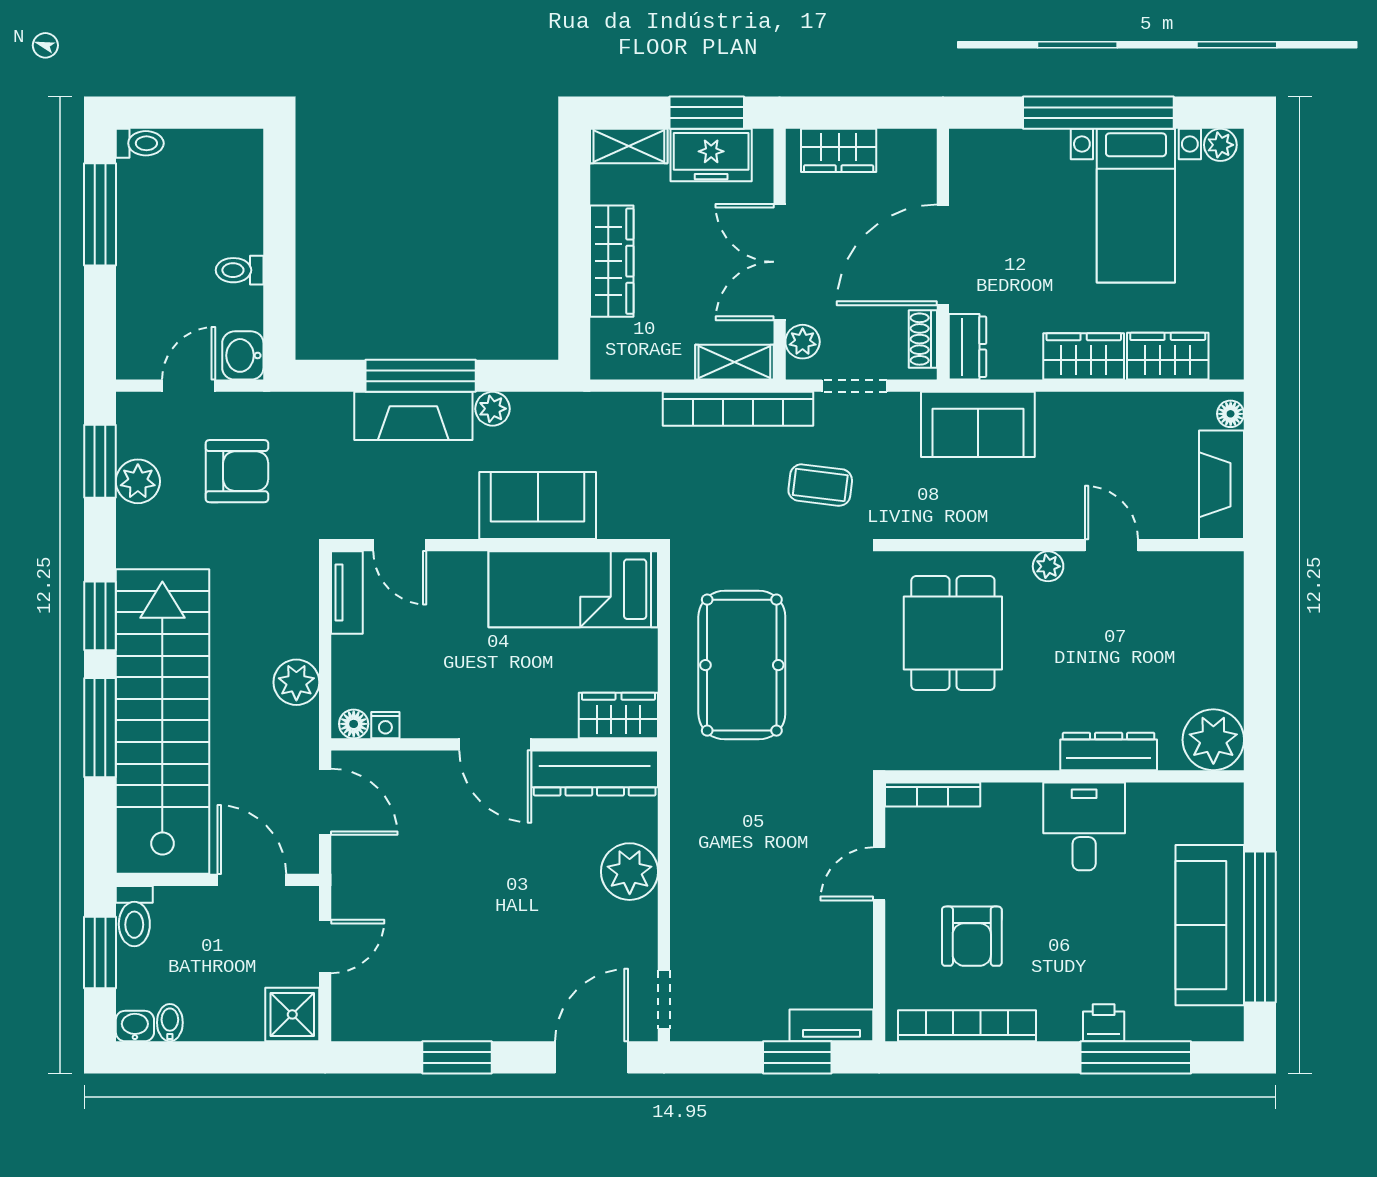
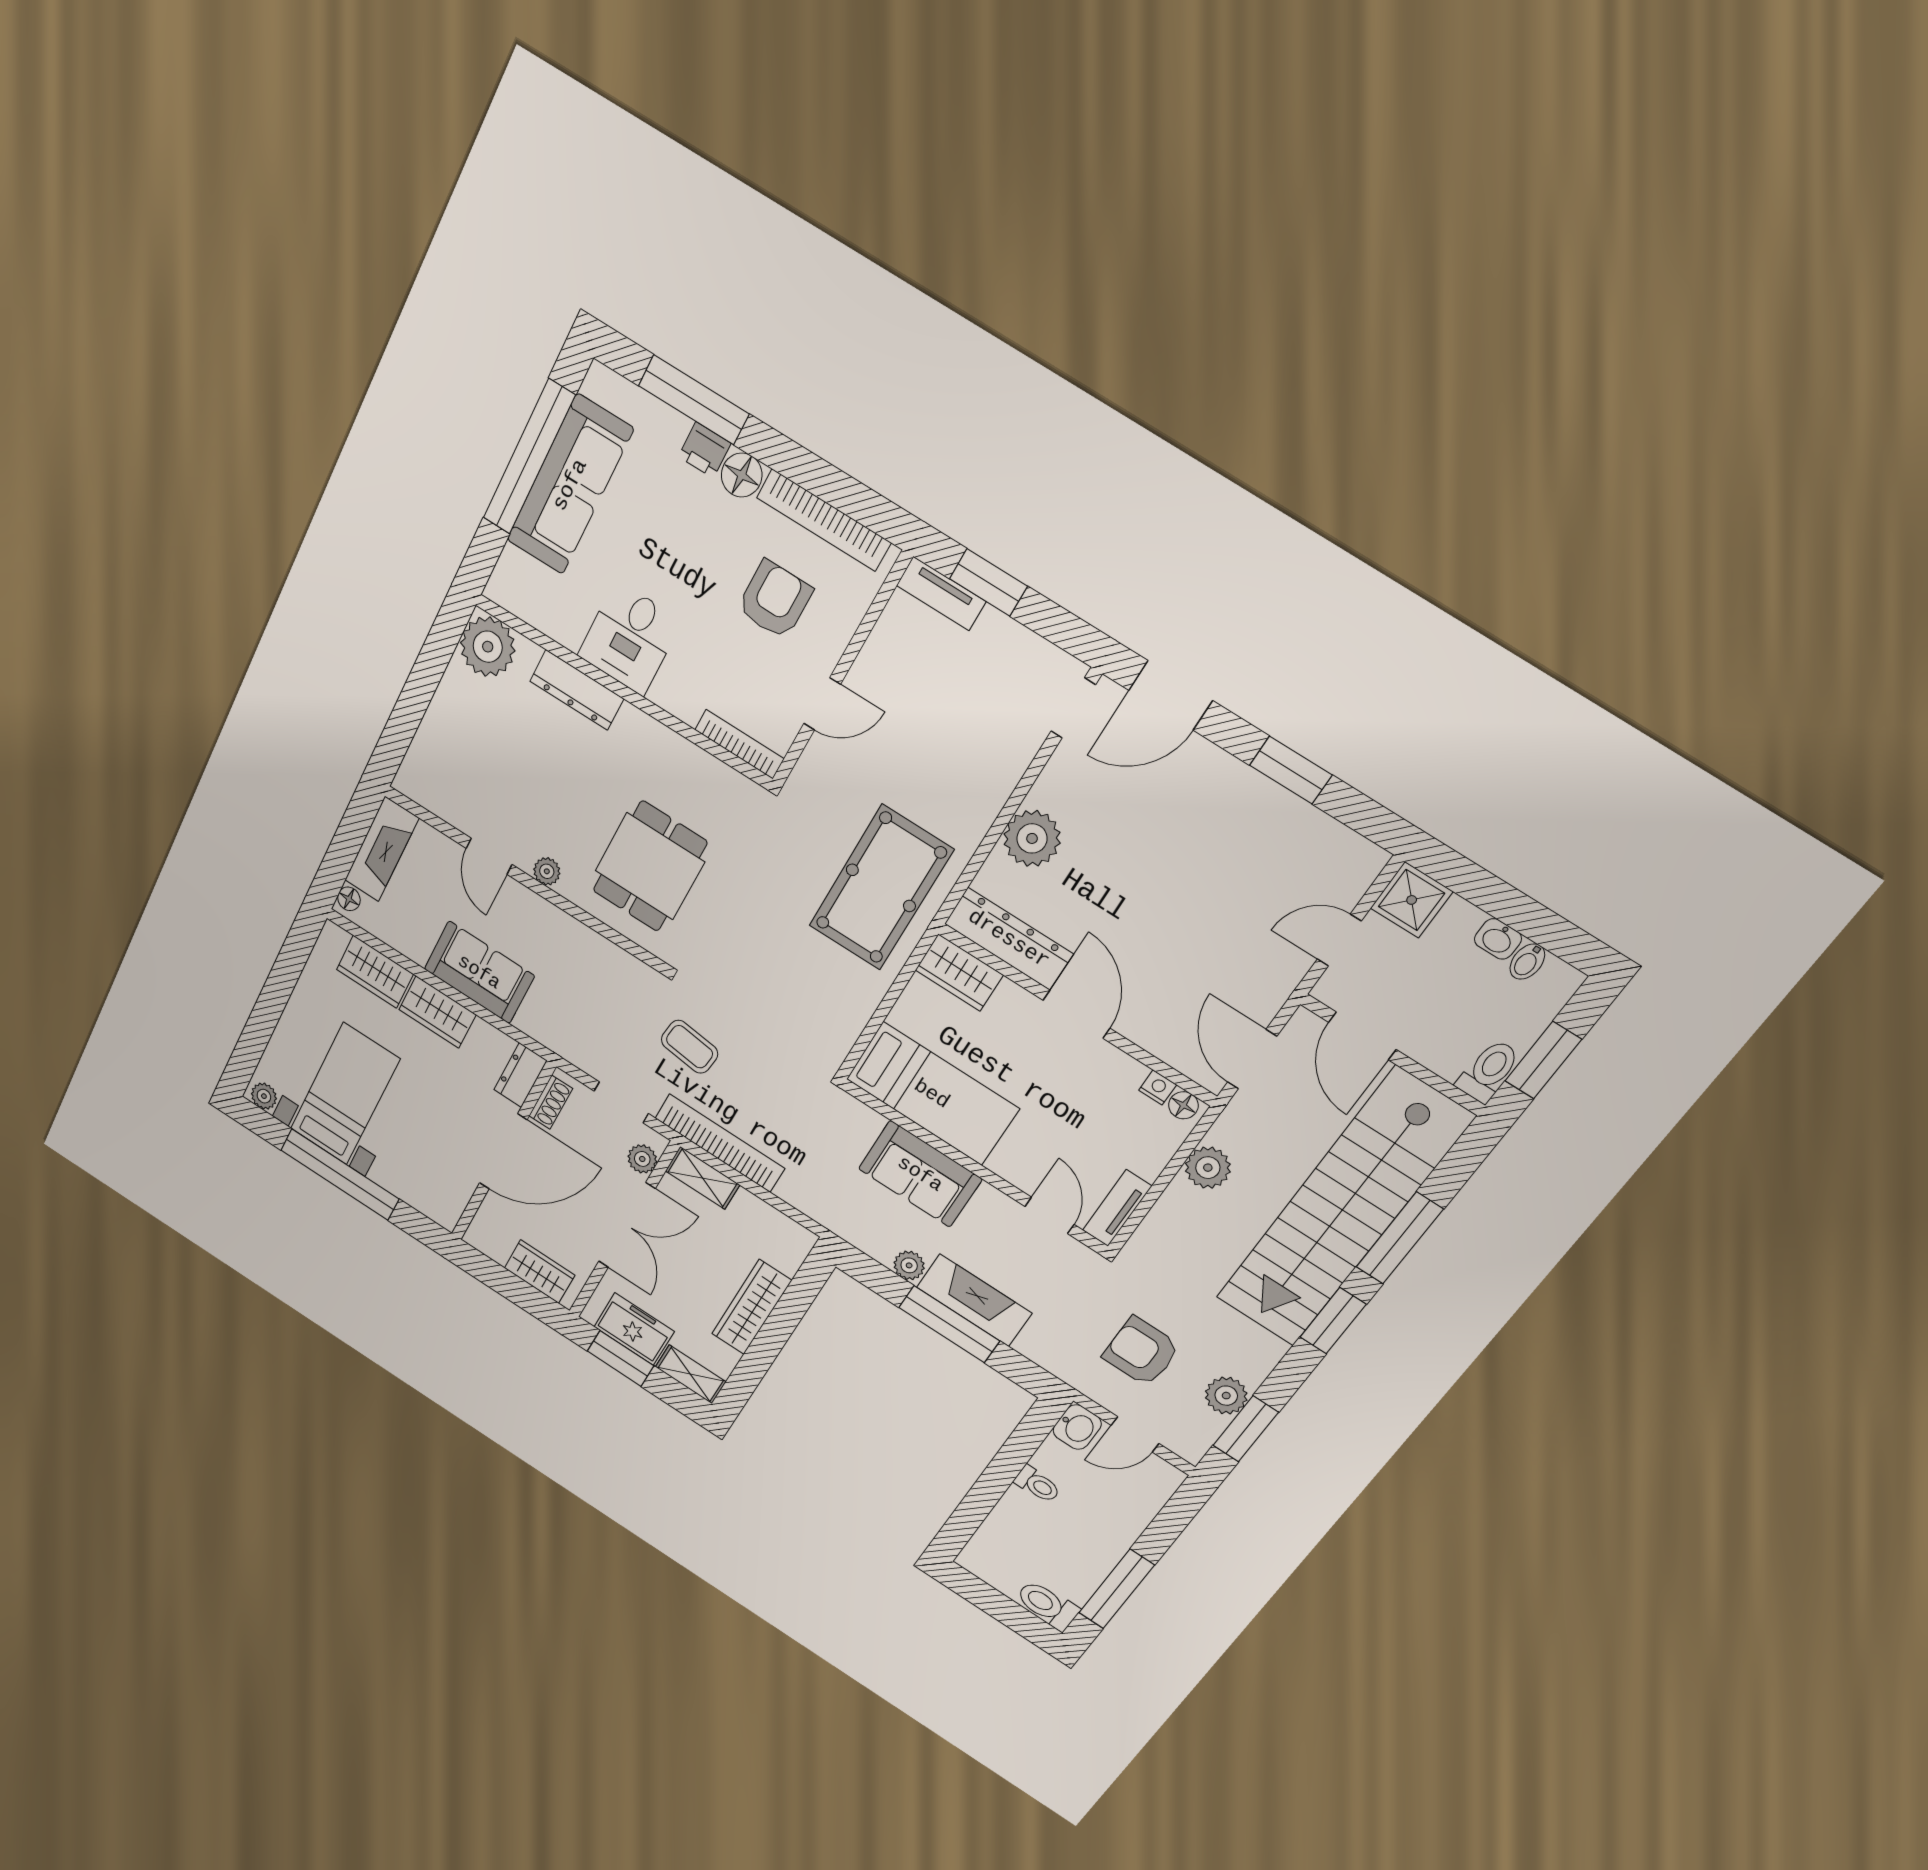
toilet: (140, 143) -> (1047, 1605), width x1.37, depth x1.39
sofa: (978, 424) -> (479, 972), moved
pool table: (742, 665) -> (881, 888), moved
floor lamp: (1059, 1021) -> (742, 475), added
washbasin: (135, 1026) -> (1498, 939), moved

